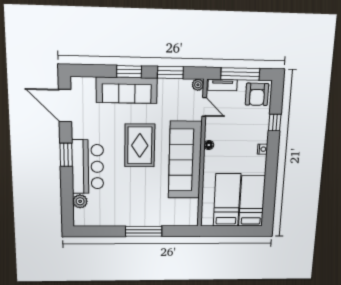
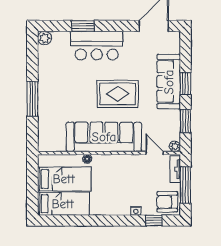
door: (204, 107) -> (155, 153), swing flipped
window: (275, 123) -> (154, 221), moved
floor lamp: (209, 145) -> (87, 159), moved
nightstand: (263, 149) -> (136, 211), moved
window: (66, 155) -> (83, 26), moved
plant: (80, 201) -> (45, 38), moved

